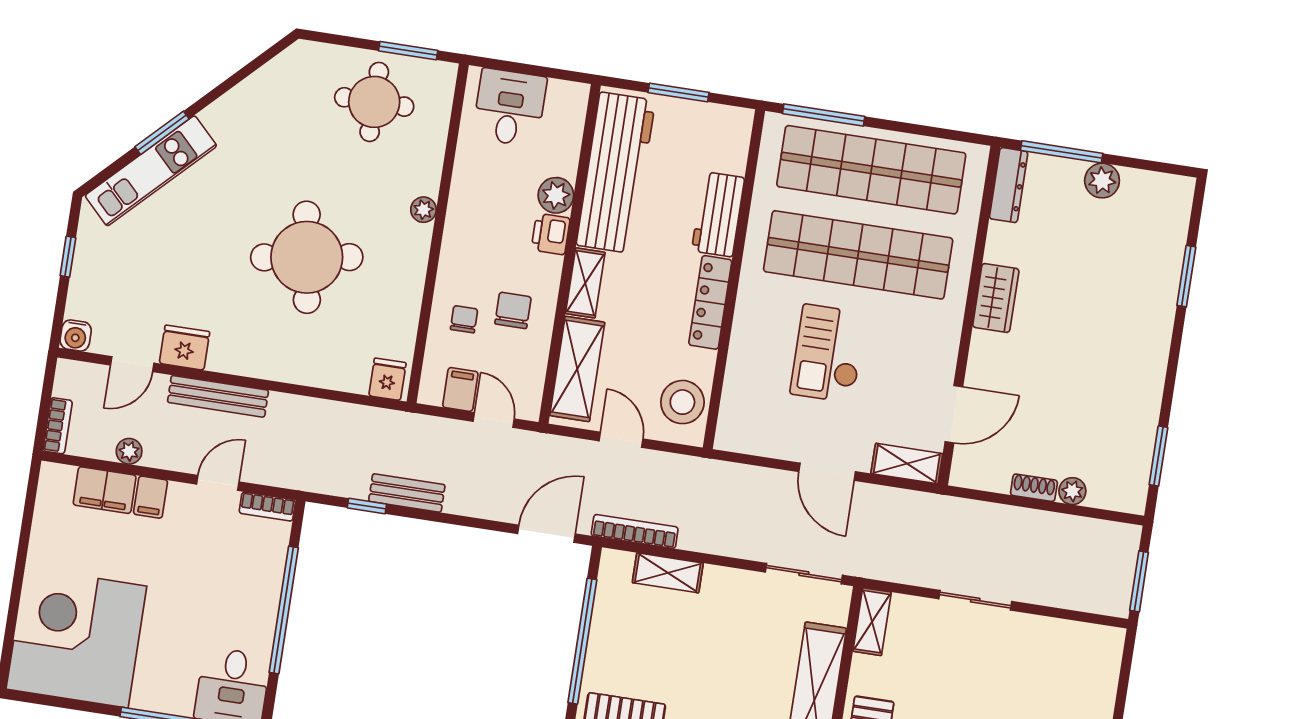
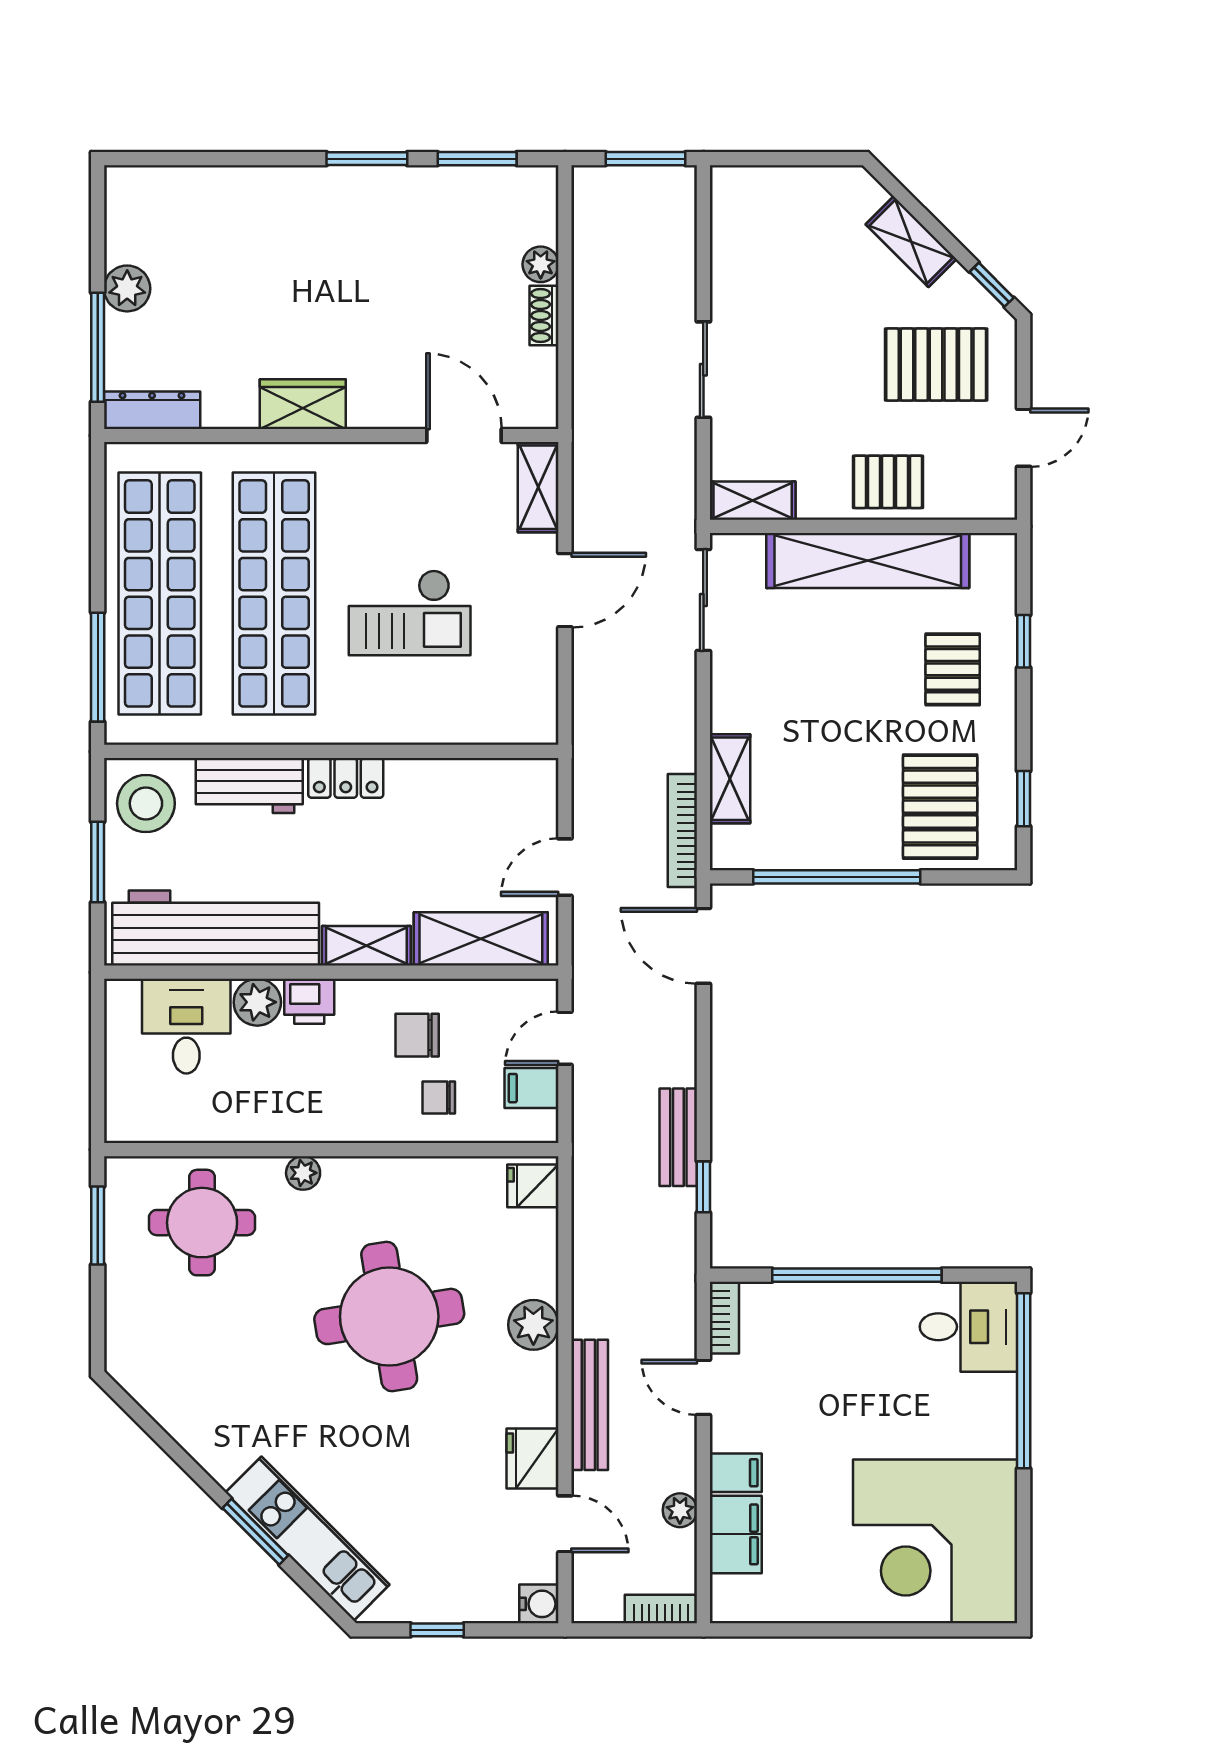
round table: (374, 102) -> (202, 1223), moved
desk: (510, 107) -> (186, 1026), moved, turned 90
window: (1186, 276) -> (367, 159), moved
locker: (710, 302) -> (346, 778), width x0.66
plant: (284, 364) -> (533, 1325), added
stool: (682, 402) -> (146, 803), moved

